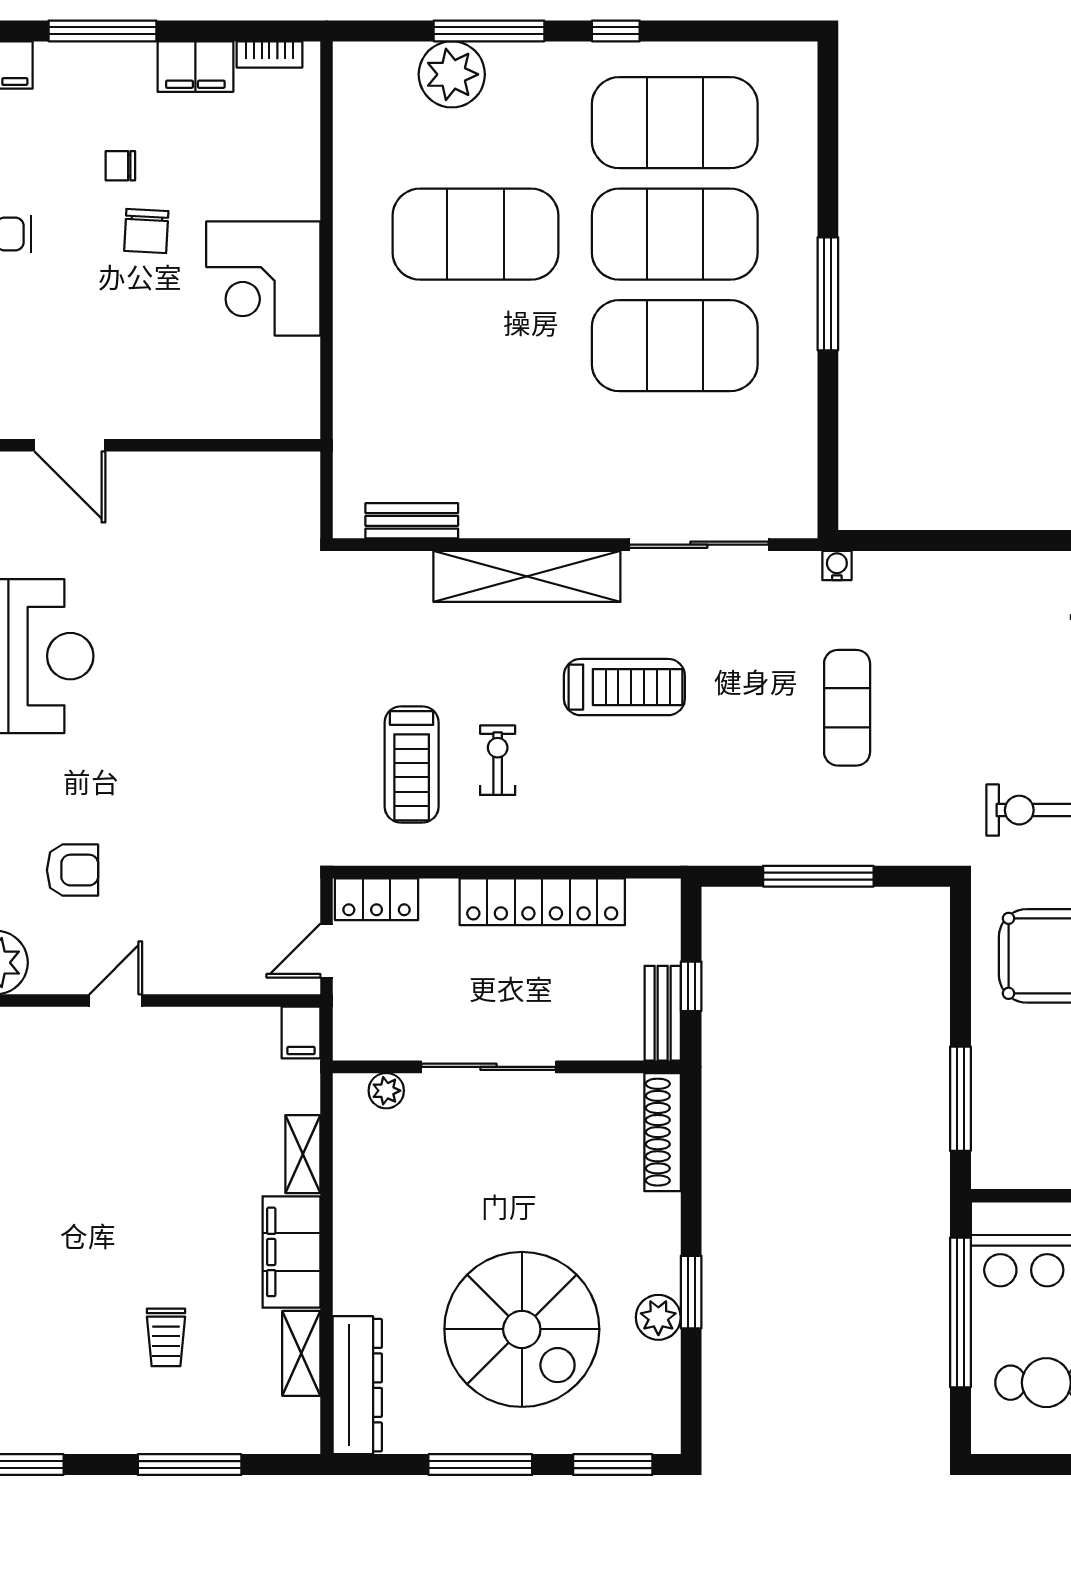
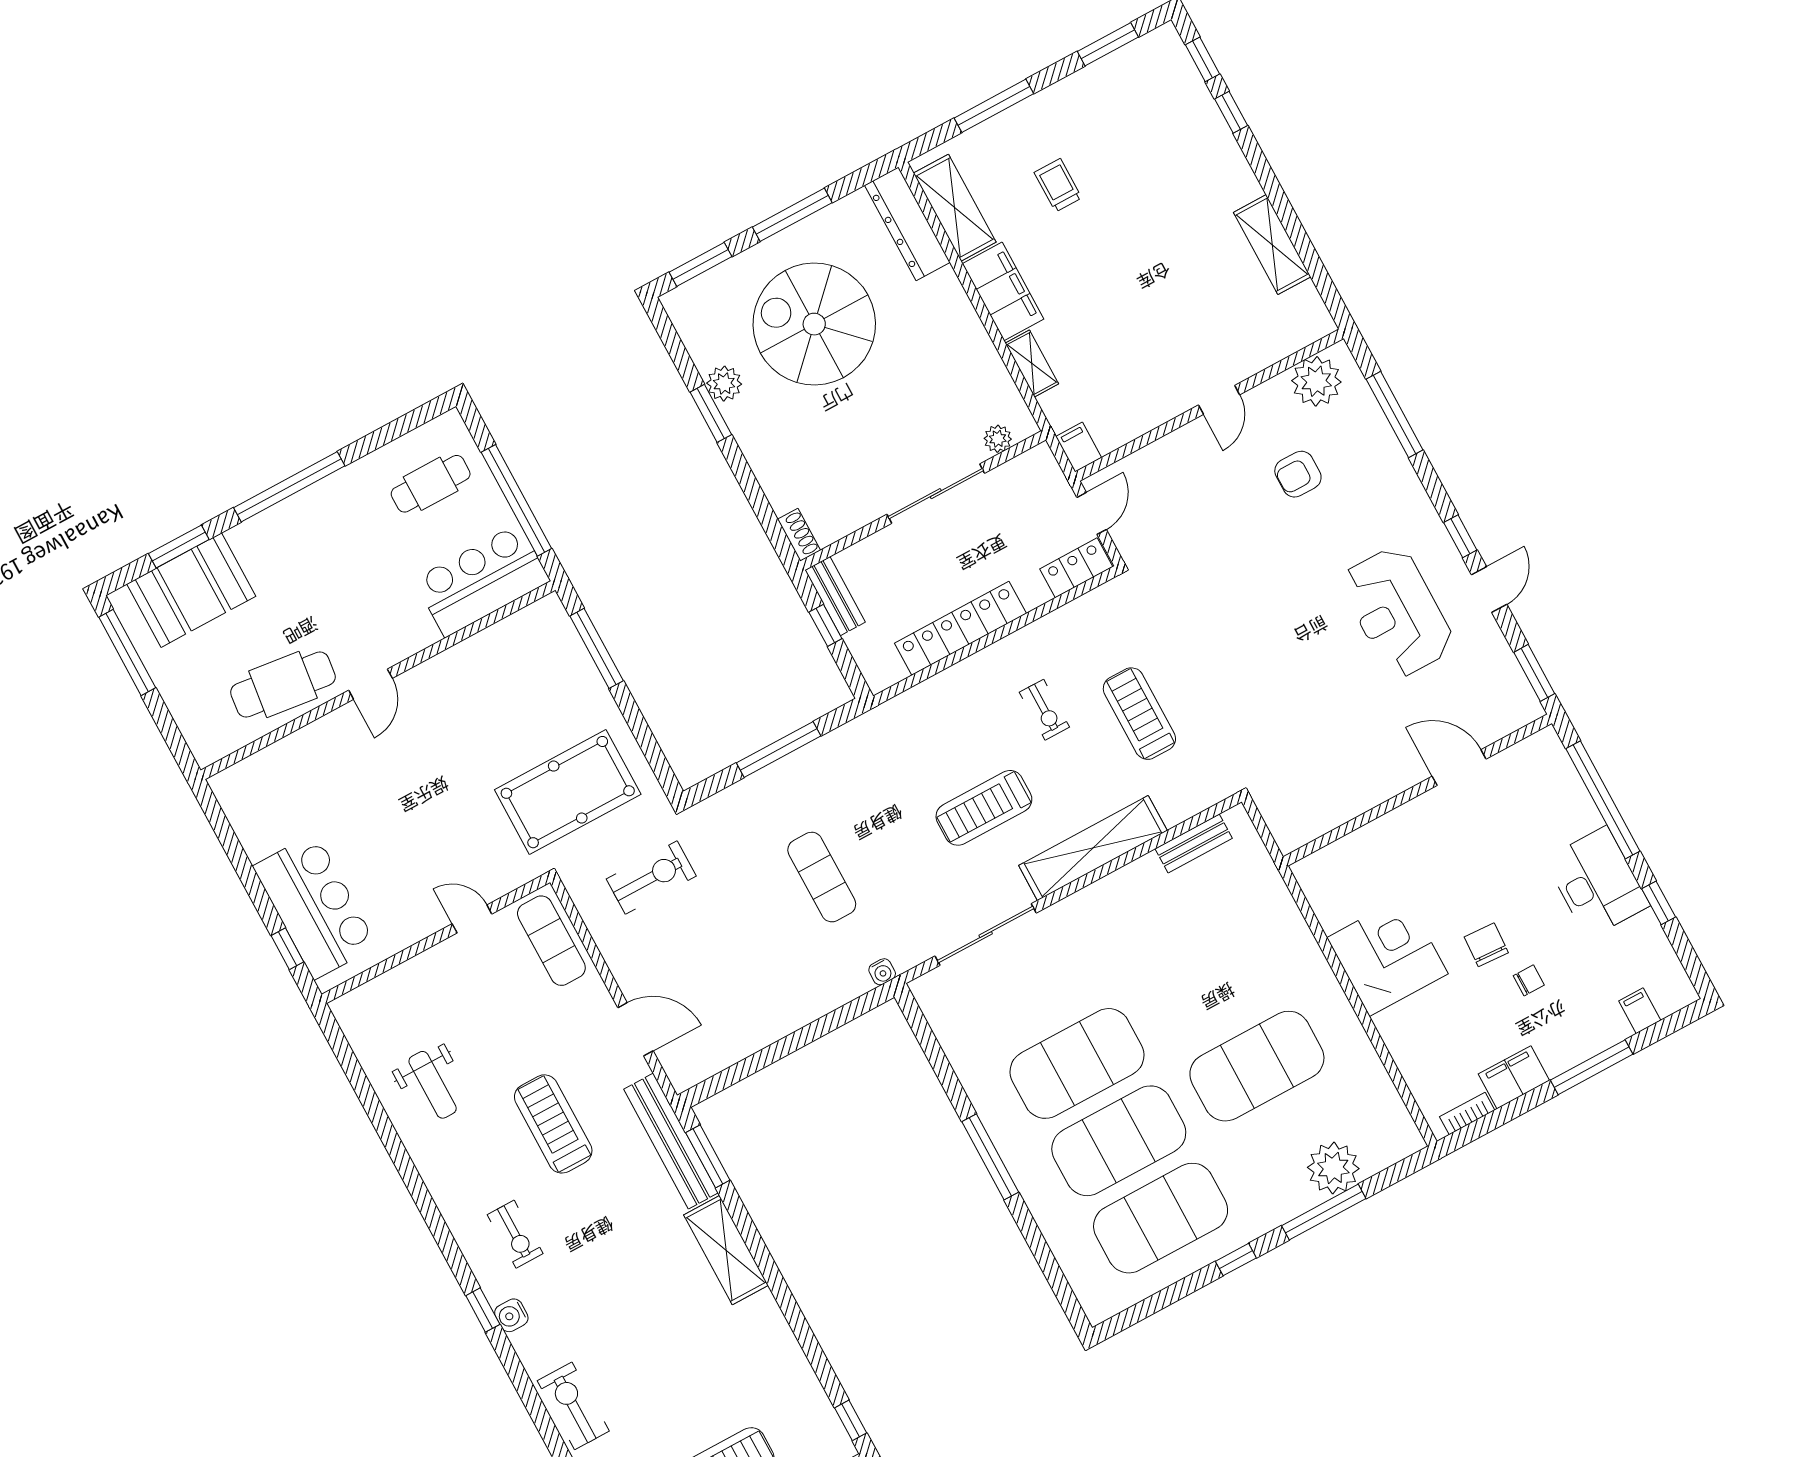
treadmill: (412, 764) -> (1139, 714), moved
shoe rack: (663, 1132) -> (799, 535), width x0.51, depth x0.81
shelving: (301, 1353) -> (955, 208), width x1.50, depth x1.33

